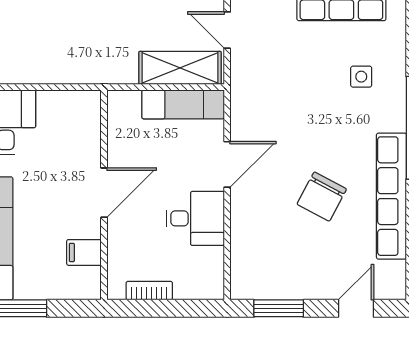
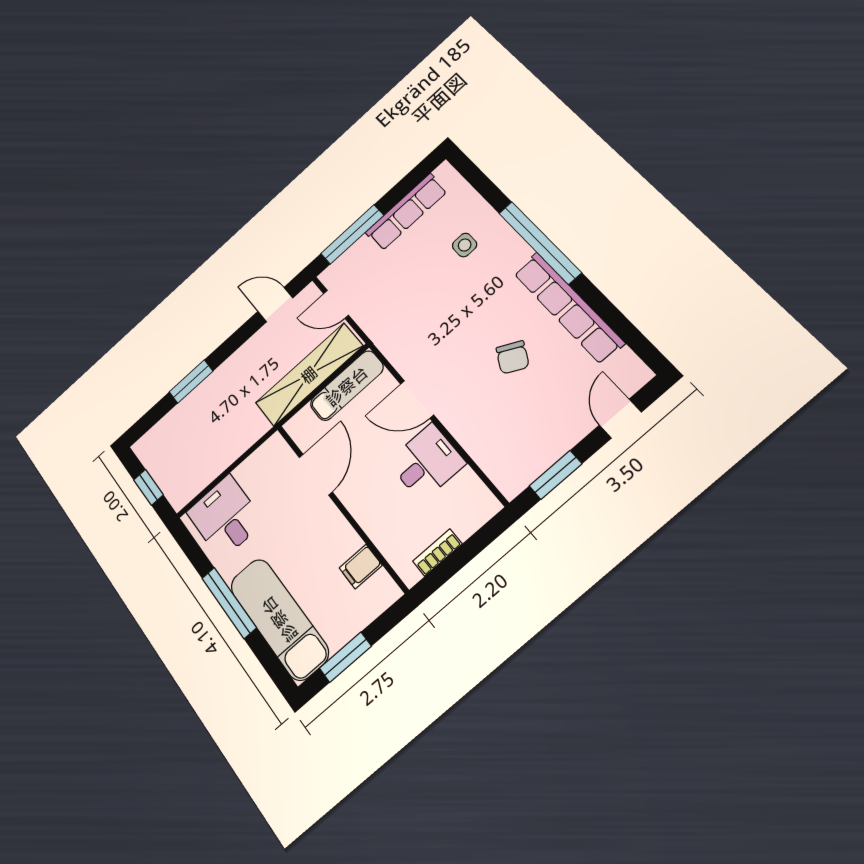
shelving: (180, 68) -> (309, 375), width x1.47
door: (227, 164) -> (417, 399), swing flipped
door: (104, 193) -> (316, 475), moved
chair: (322, 197) -> (513, 357), width x0.73, depth x0.73

